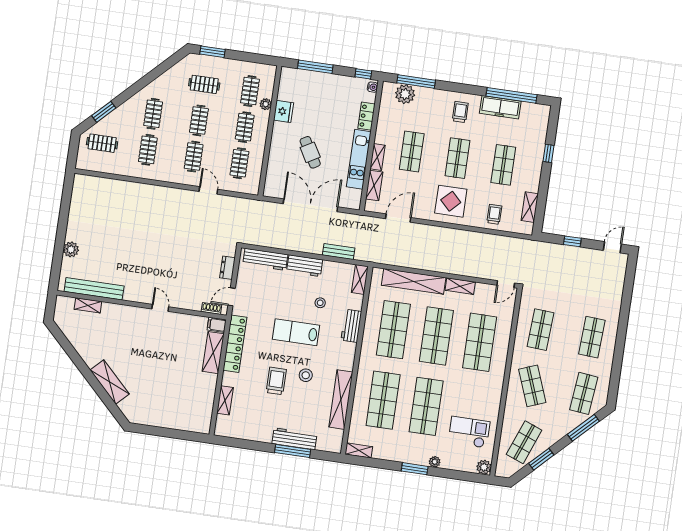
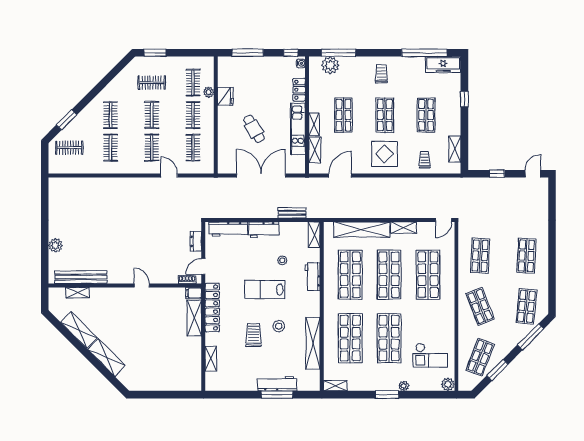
freezer: (500, 107) -> (443, 65), moved
shelving: (83, 347) -> (79, 330), added
checkout: (469, 432) -> (430, 355), turned 180

